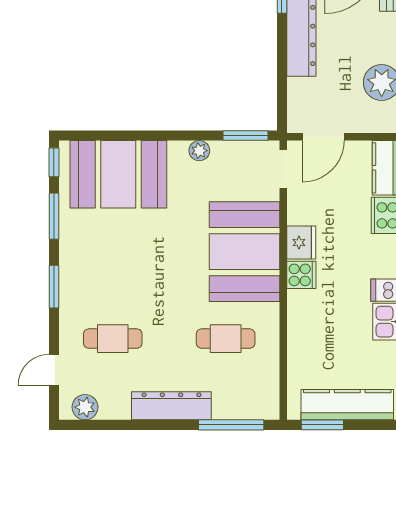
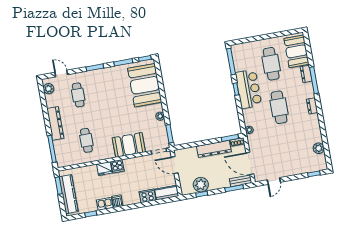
fridge: (301, 243) -> (104, 169), moved
booth: (244, 252) -> (129, 145), width x0.73, depth x0.70

